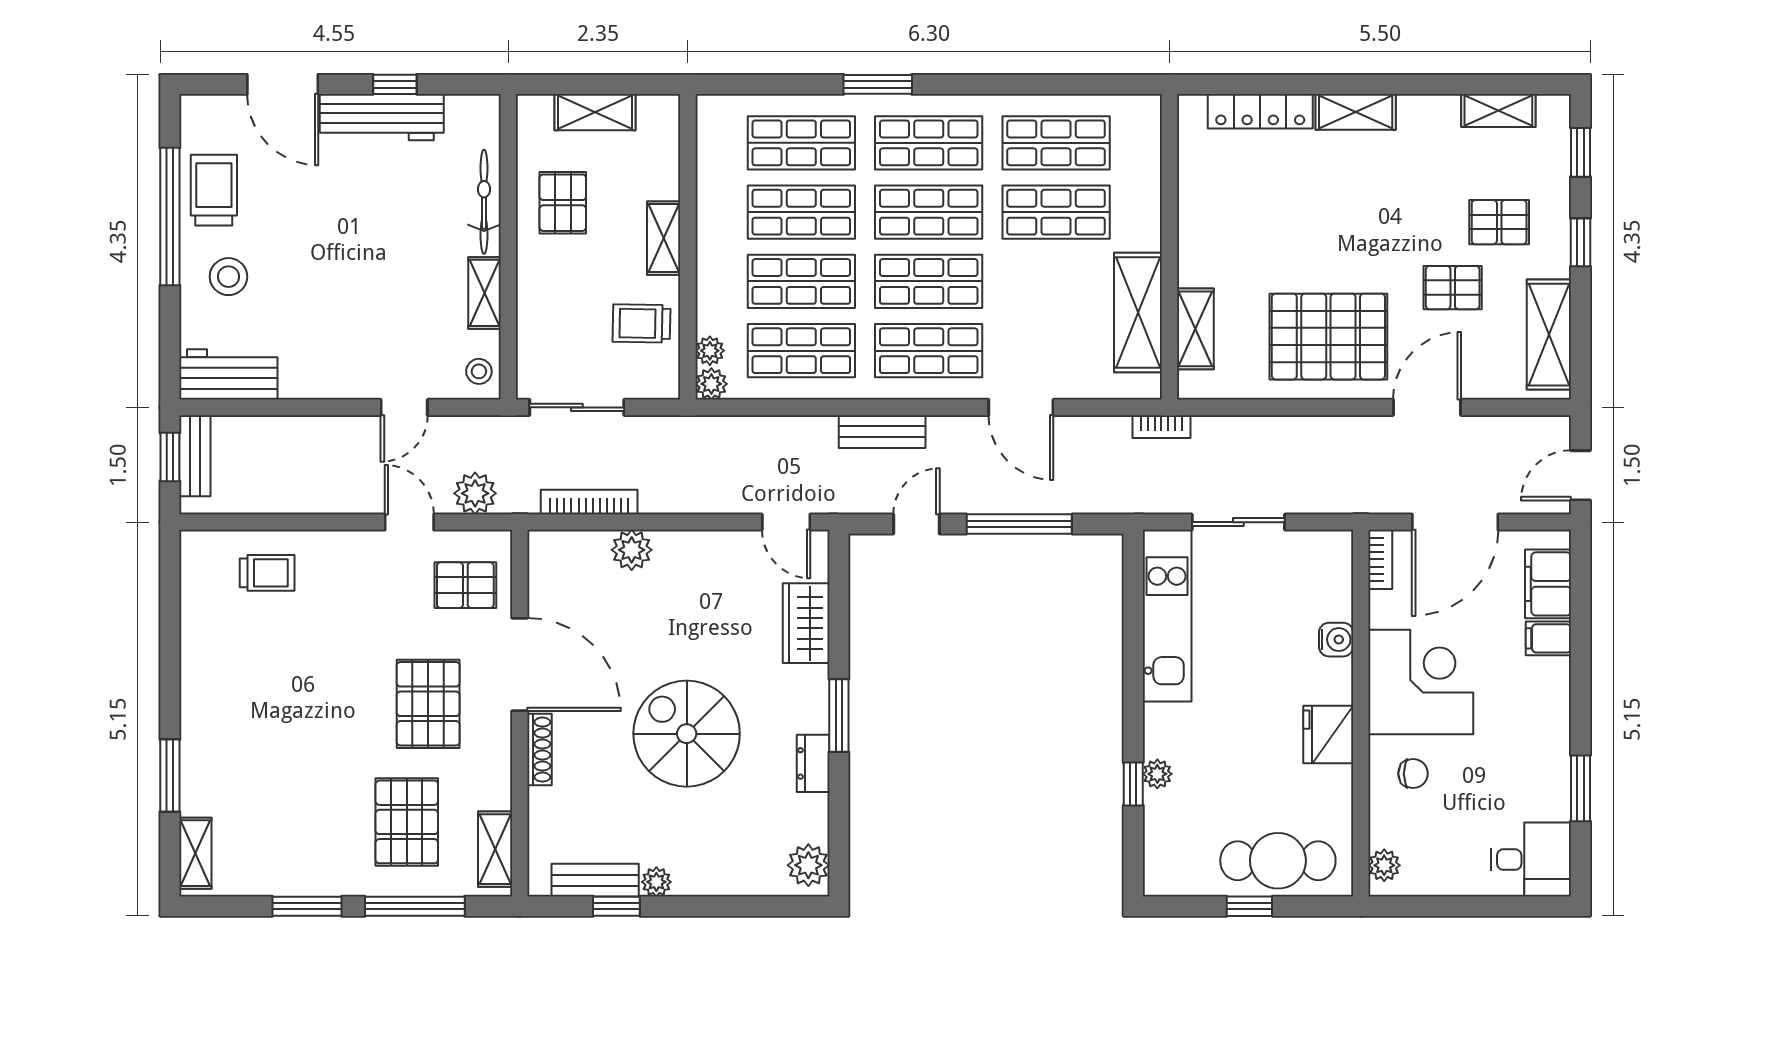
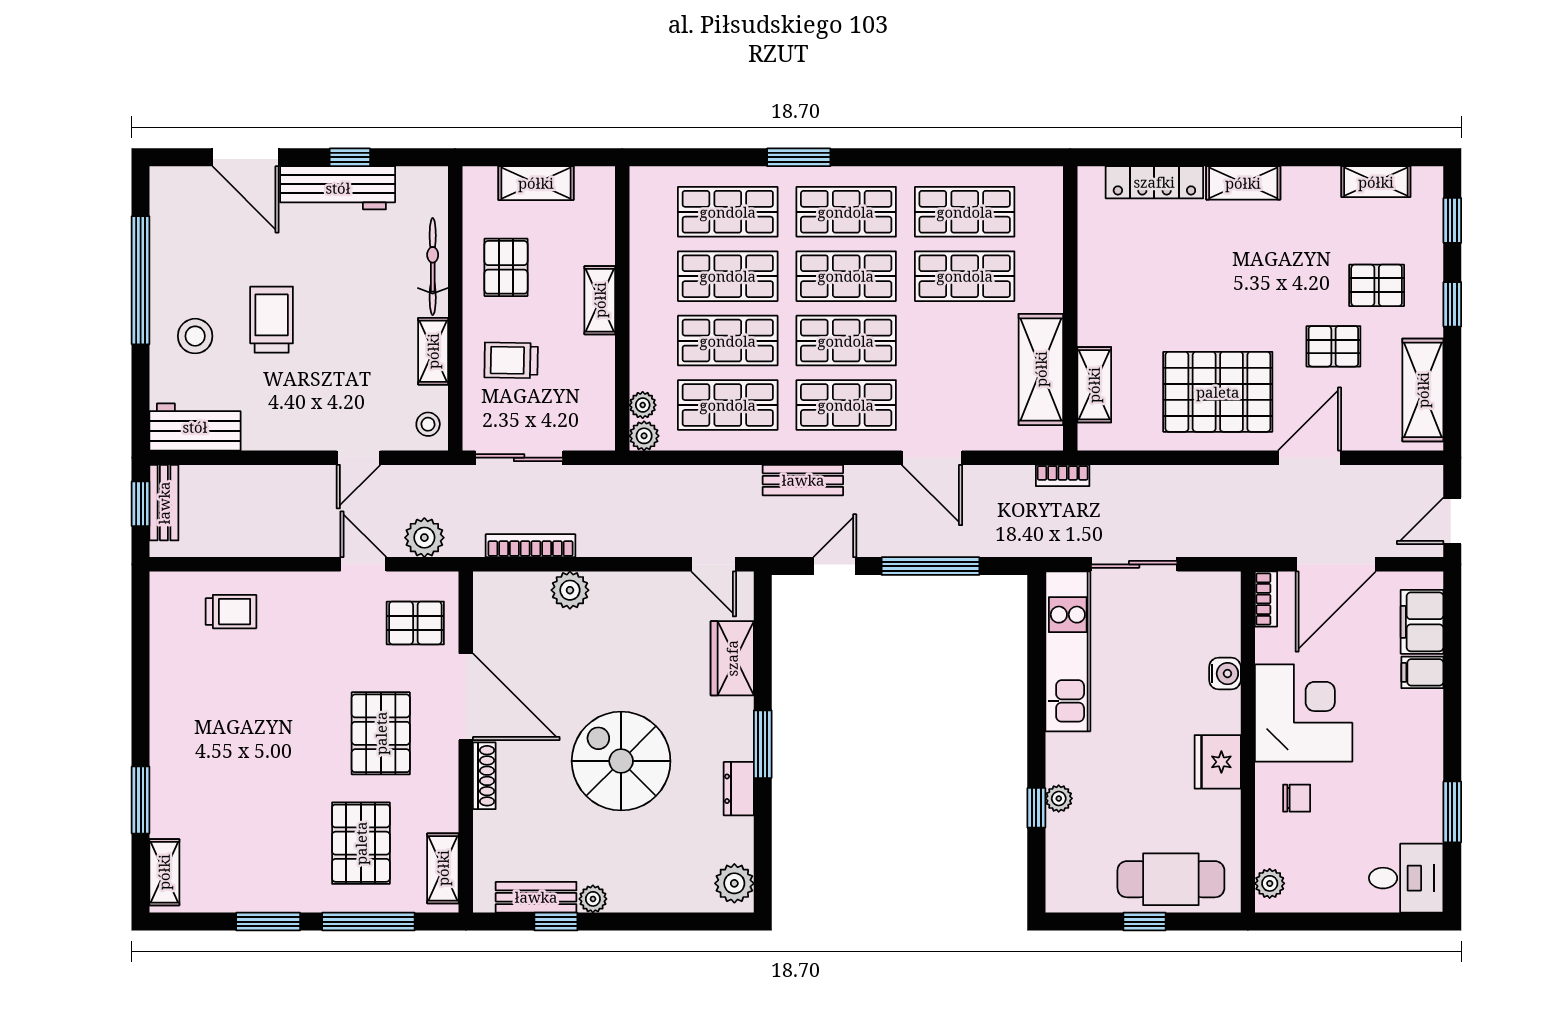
trolley: (214, 190) -> (272, 320), moved
trolley: (641, 323) -> (511, 360), moved

